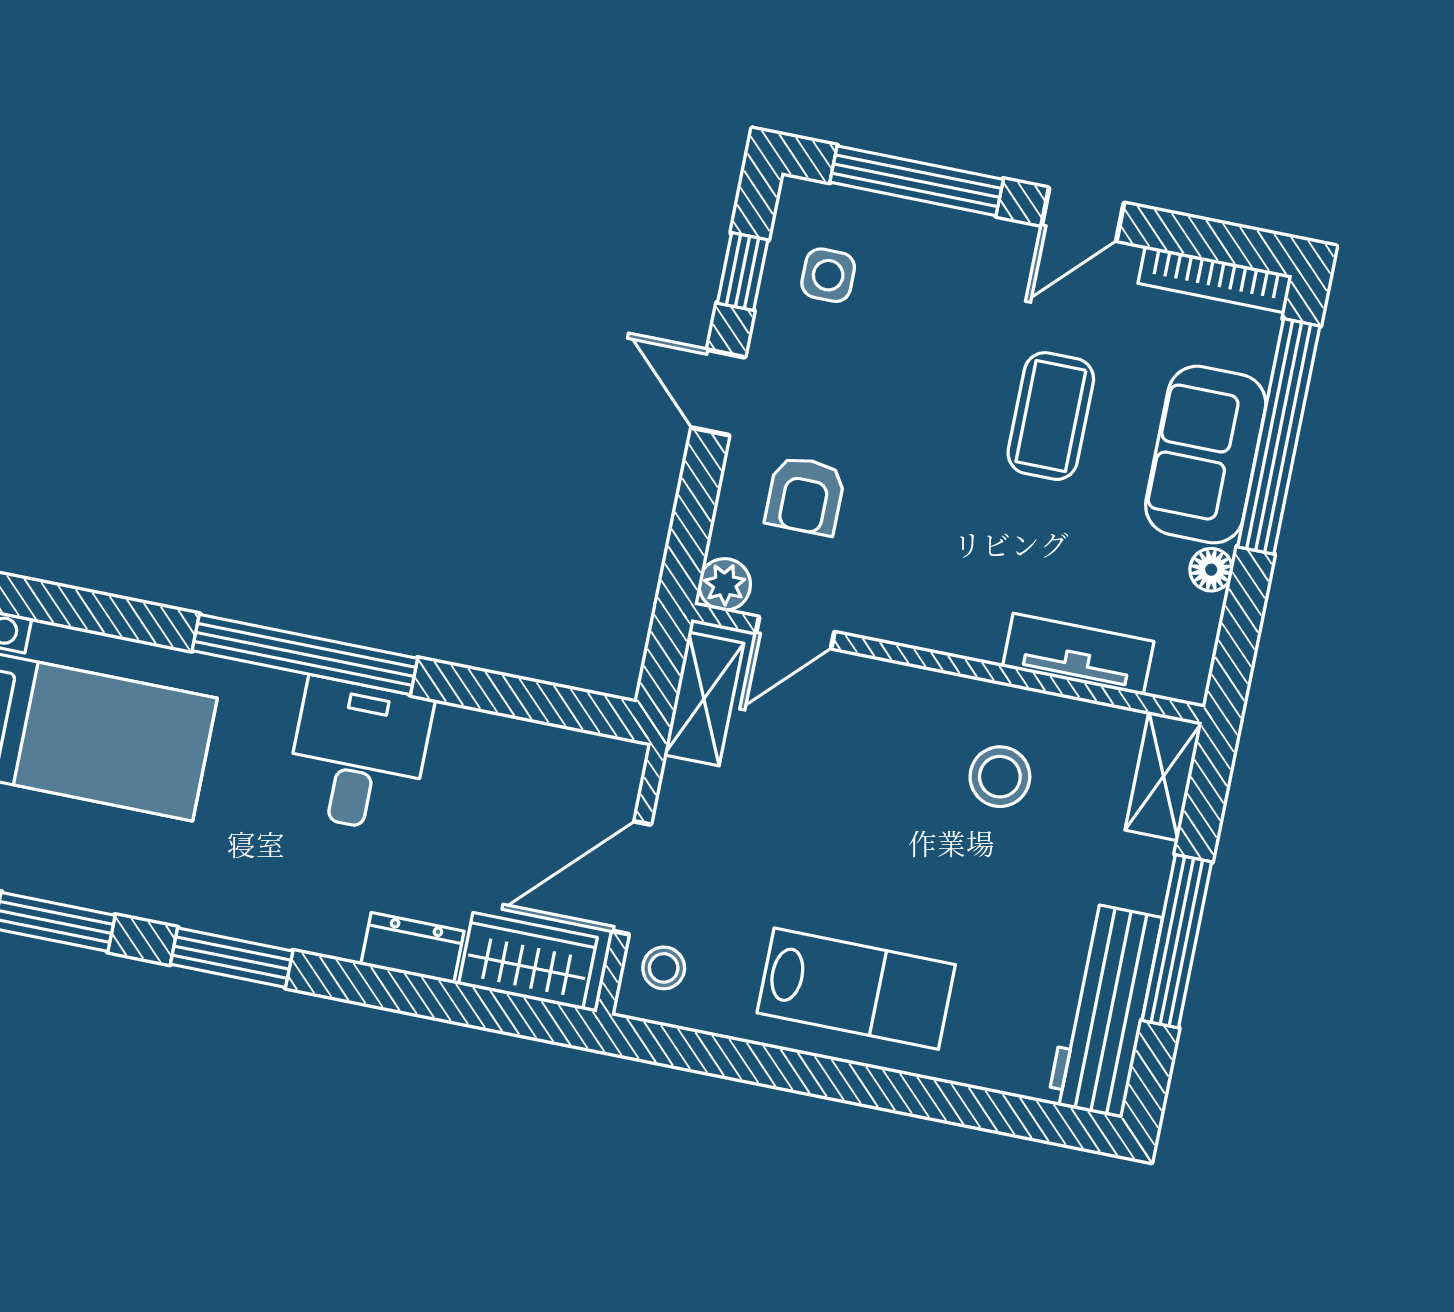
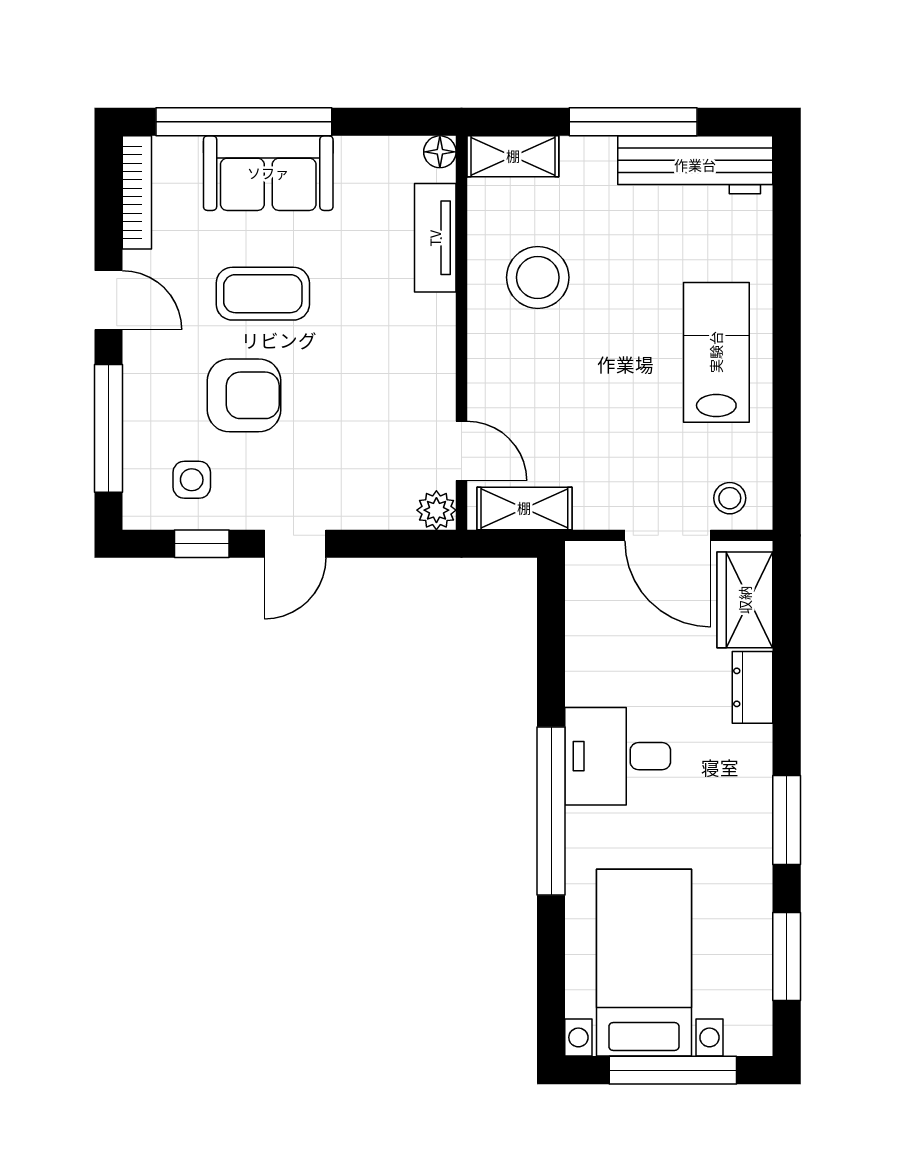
armchair: (805, 495) -> (244, 395), moved, width x1.38, depth x1.38
floor lamp: (1211, 570) -> (440, 152), moved
stool: (1000, 777) -> (538, 277), width x1.38, depth x1.38

